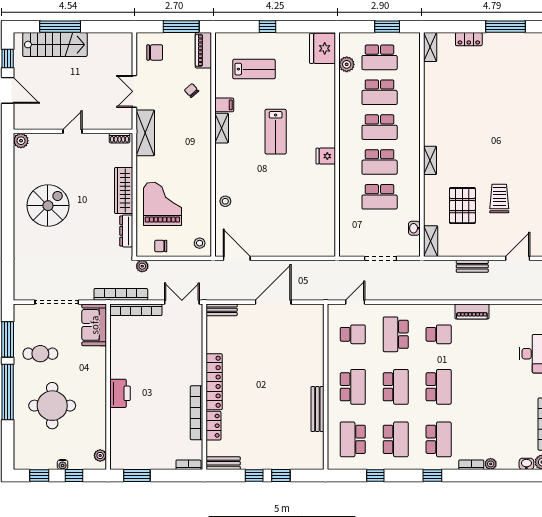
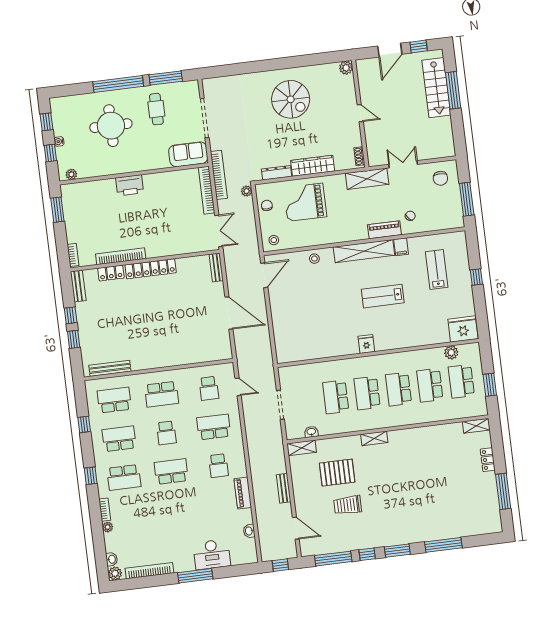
piano: (203, 50) -> (384, 230), moved
lab bench: (254, 69) -> (437, 270), turned 180
shelving: (222, 128) -> (364, 251), width x2.20, depth x1.33
trolley: (499, 199) -> (348, 505), turned 180
grand piano: (162, 204) -> (305, 202), turned 180
washbasin: (514, 310) -> (249, 531), added
school desk: (396, 387) -> (166, 433), width x0.54
school desk: (439, 387) -> (171, 472), turned 180
bench: (317, 409) -> (110, 368), moved
school desk: (396, 439) -> (119, 439), turned 180

